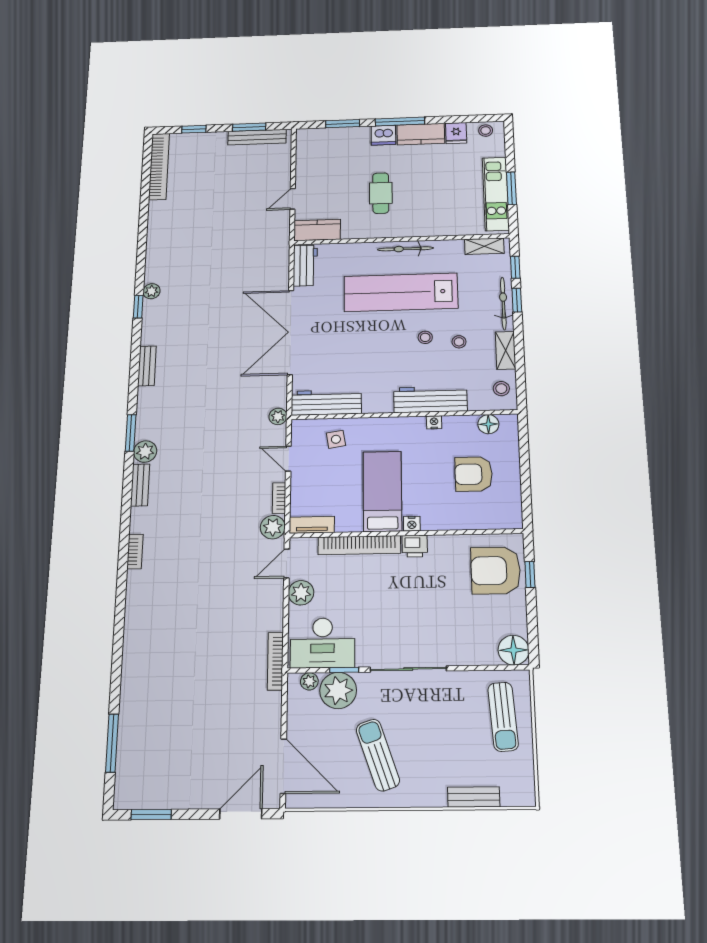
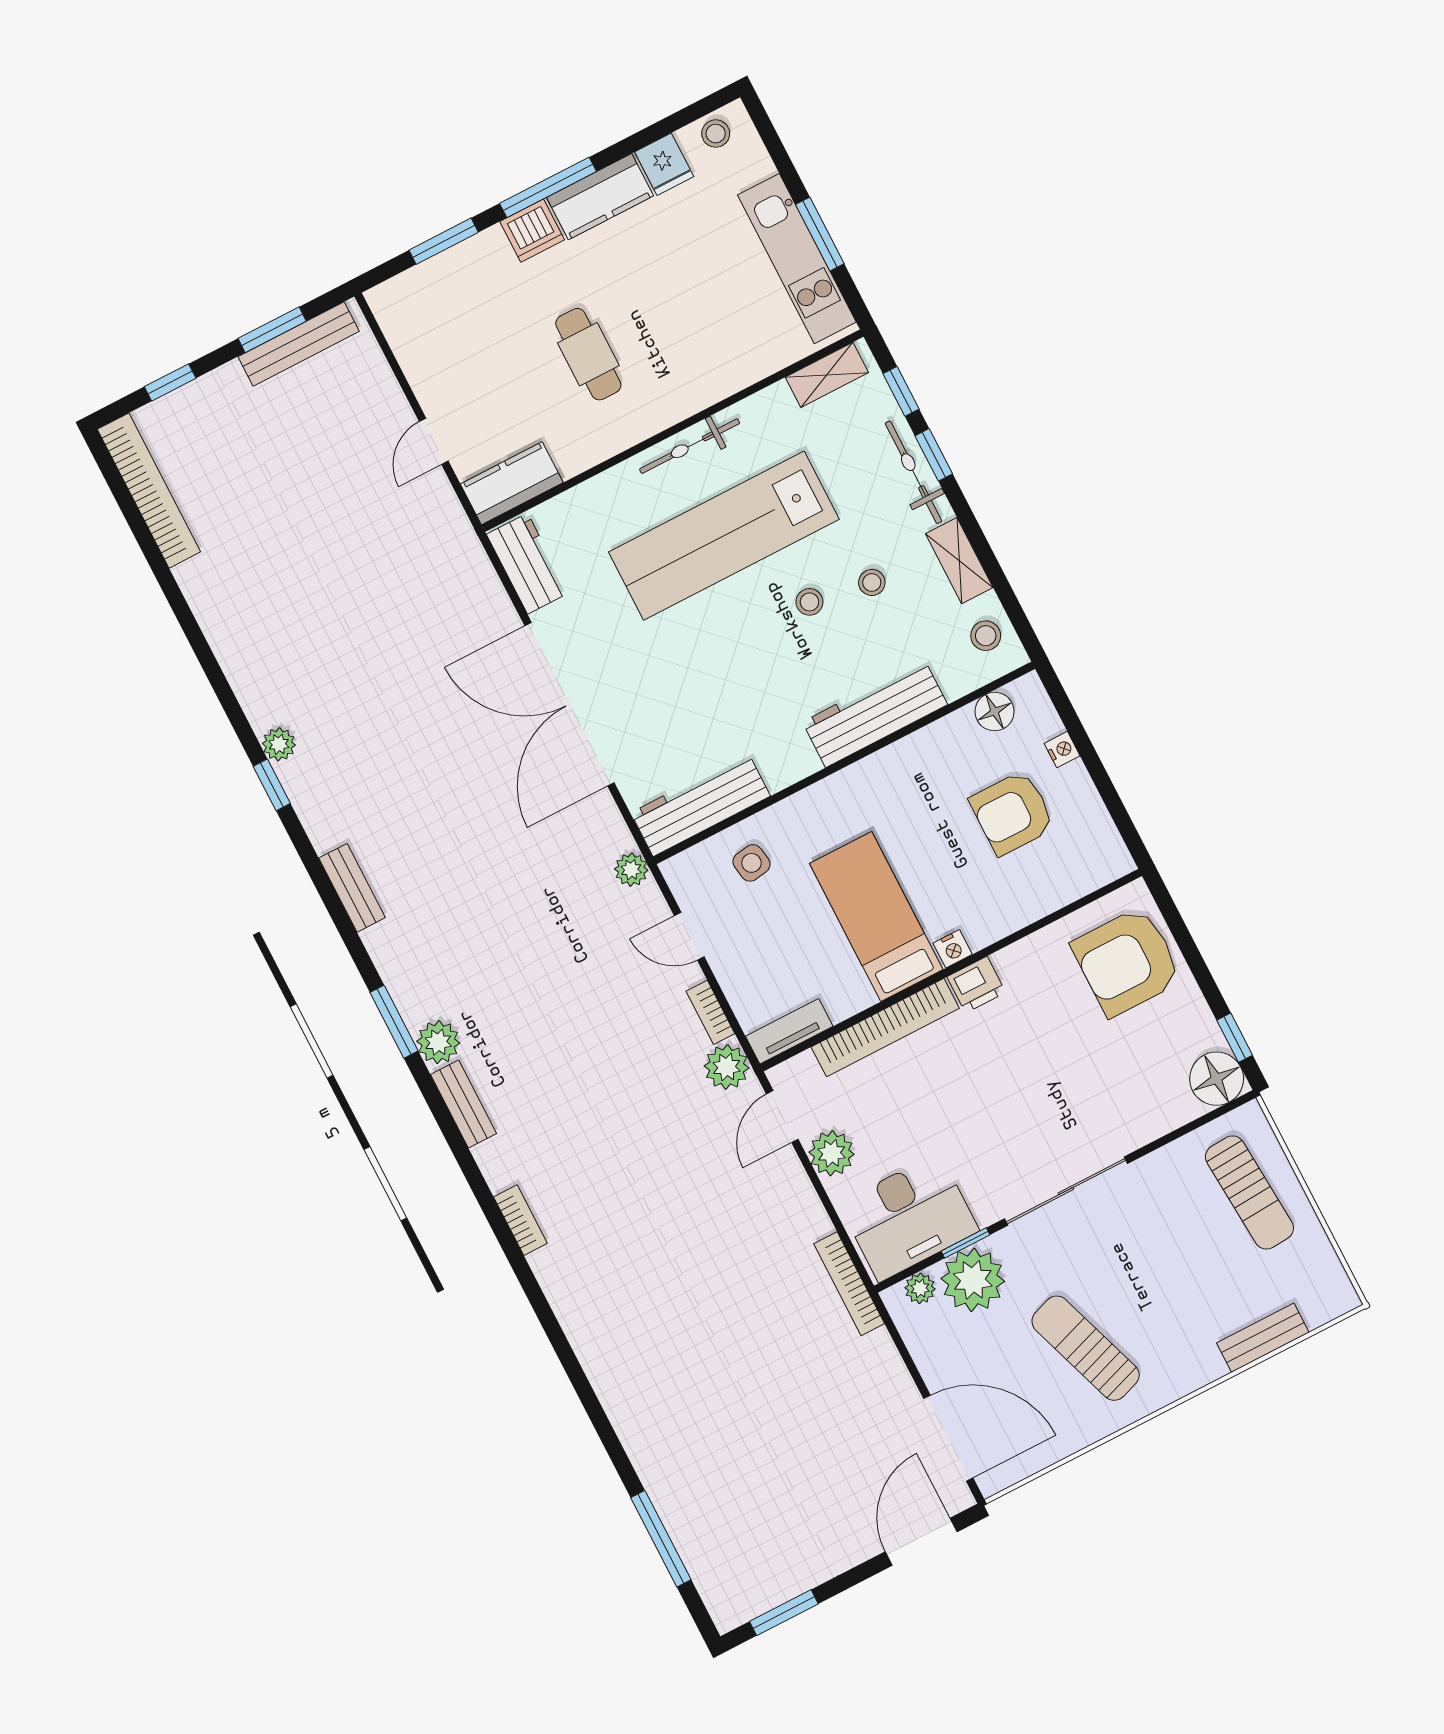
nightstand: (434, 422) -> (1062, 750), moved, turned 90
window: (530, 575) -> (1235, 1038), moved

